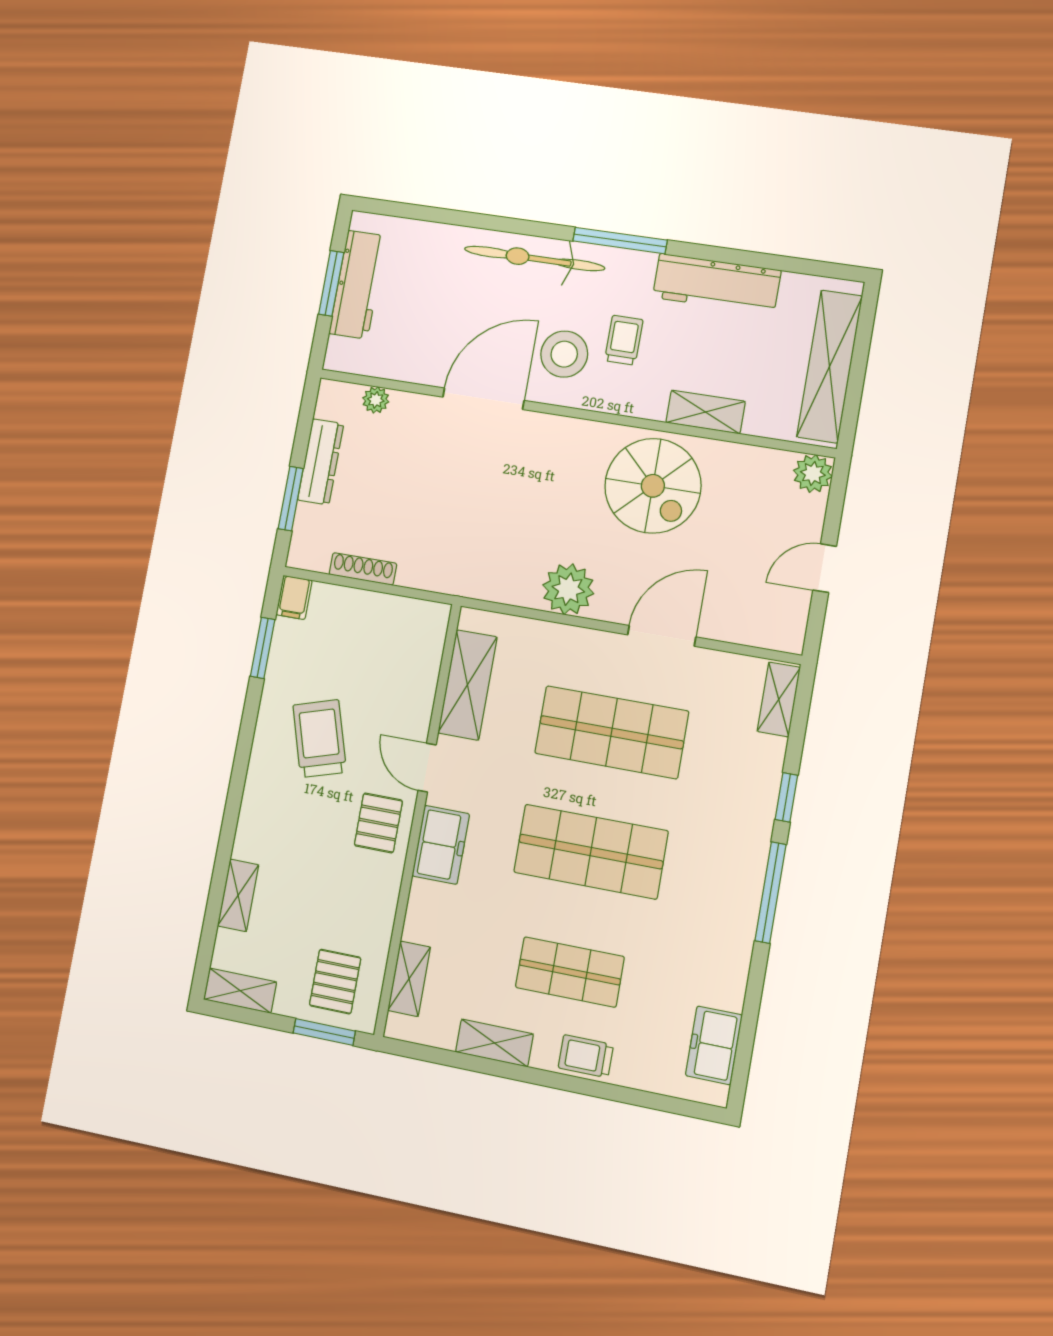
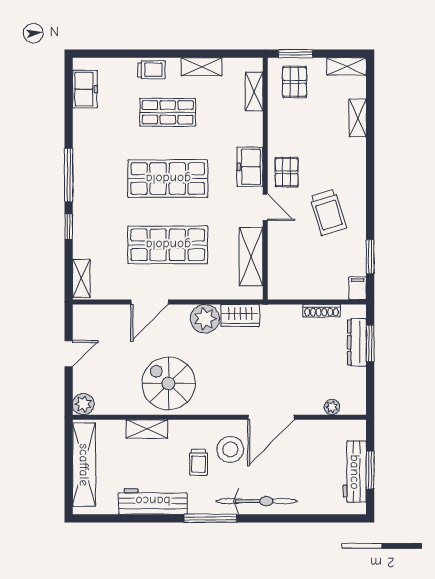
dresser: (321, 462) -> (357, 342), moved
wardrobe: (505, 585) -> (240, 315), added

